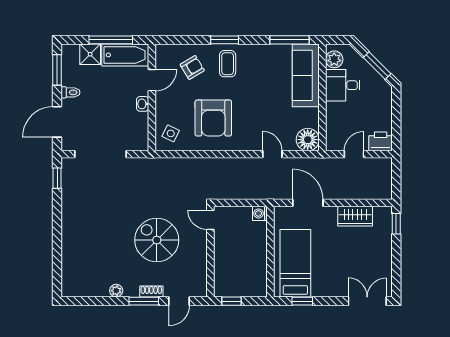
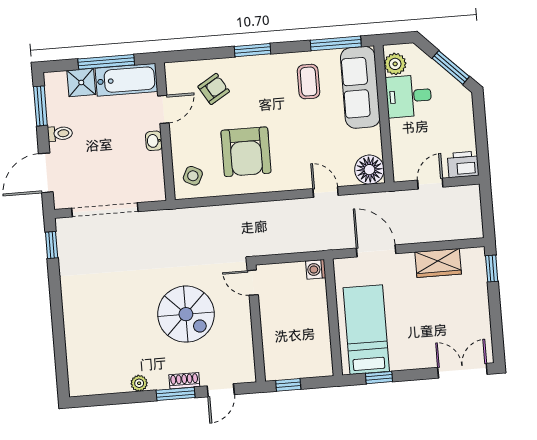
coffee table: (228, 64) -> (309, 82), moved
spiral stairs: (157, 240) -> (186, 314), turned 180

